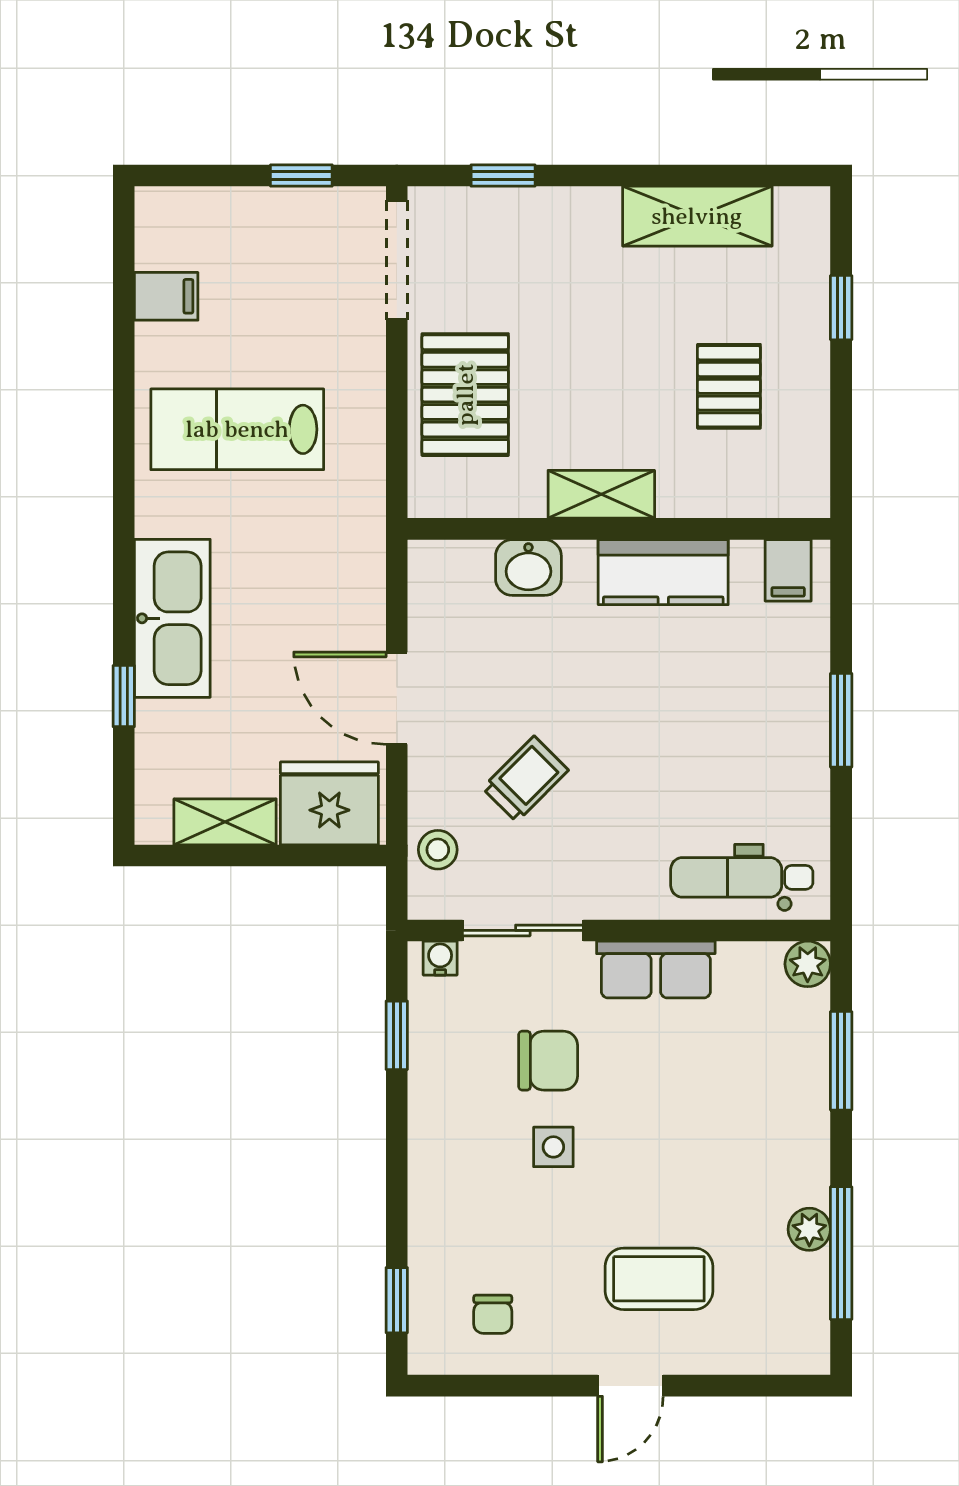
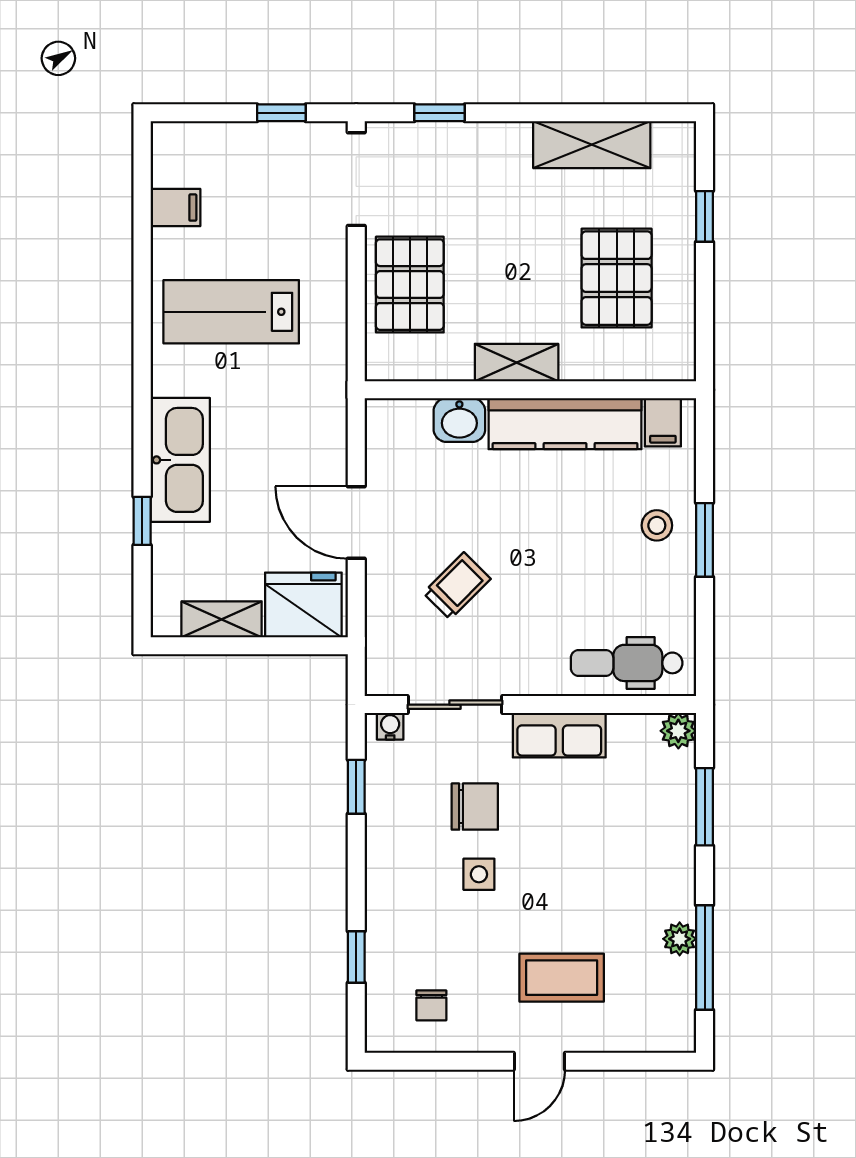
pallet: (729, 386) -> (617, 278), width x1.50, depth x1.42
kitchen counter: (663, 572) -> (565, 424), width x1.50
stool: (438, 850) -> (657, 525), moved
window: (397, 1300) -> (356, 957), moved

